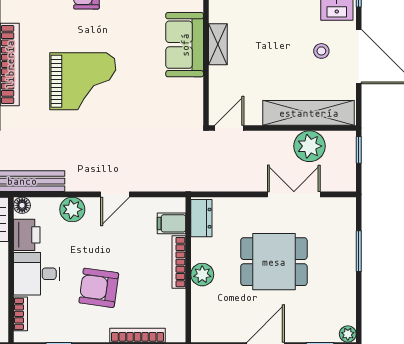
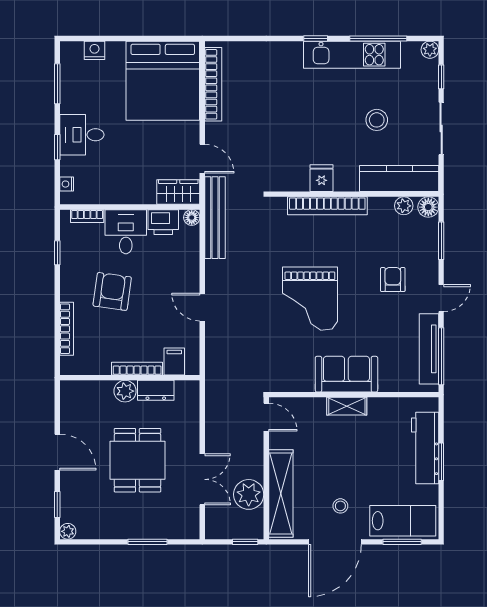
grand piano: (83, 81) -> (310, 299), moved
plant: (72, 209) -> (188, 266), removed
dresser: (201, 218) -> (156, 390), moved

